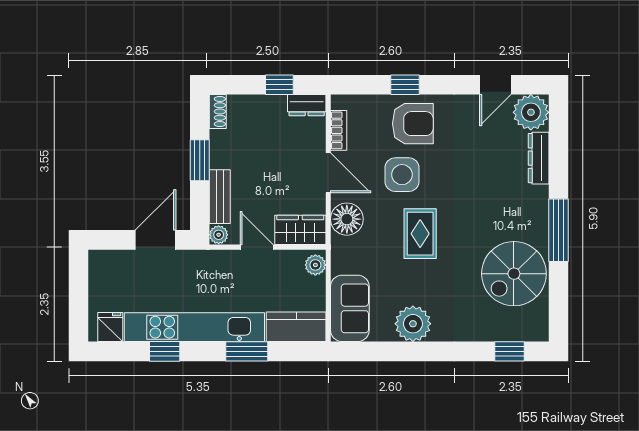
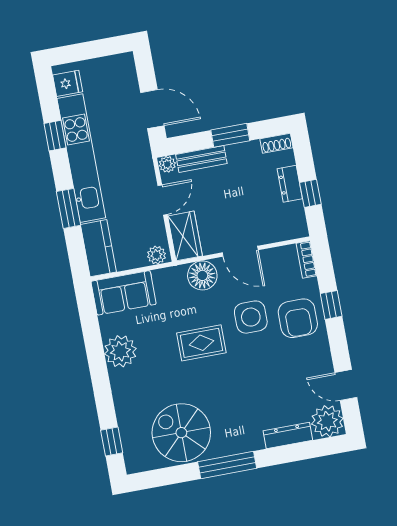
dresser: (307, 105) -> (290, 184), moved
bookcase: (339, 130) -> (306, 260), moved, turned 90
door: (328, 173) -> (240, 251), hinge flipped

